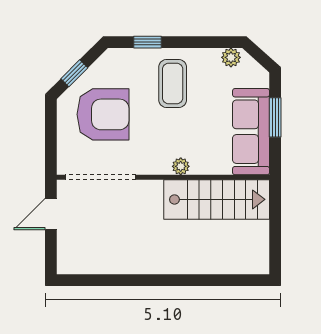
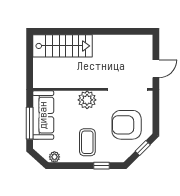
window: (275, 117) -> (30, 123), width x1.44
plant: (181, 166) -> (87, 100), width x1.87, depth x1.87
stairs: (217, 199) -> (63, 46), moved, turned 180

